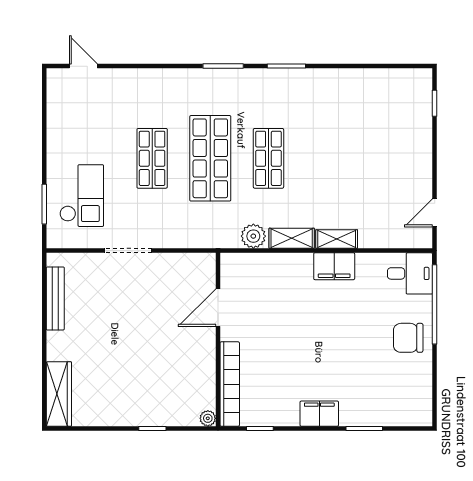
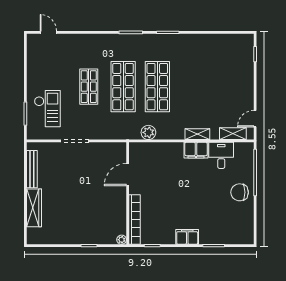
shop shelf: (268, 158) -> (157, 87), width x1.43, depth x1.36
shelving: (292, 238) -> (233, 134), moved
desk: (410, 273) -> (221, 155), moved, turned -90
wardrobe: (59, 394) -> (34, 208), moved

